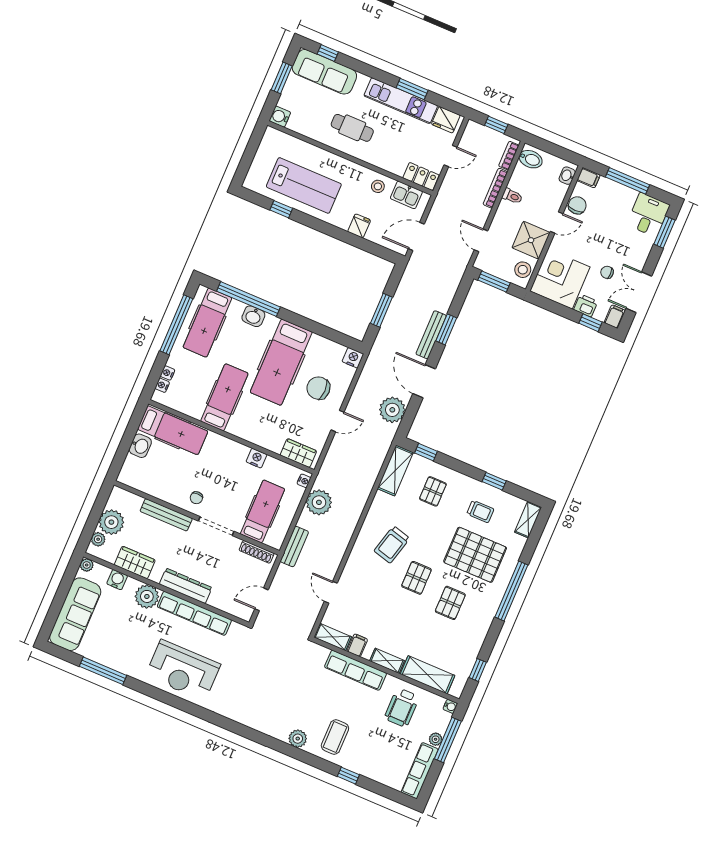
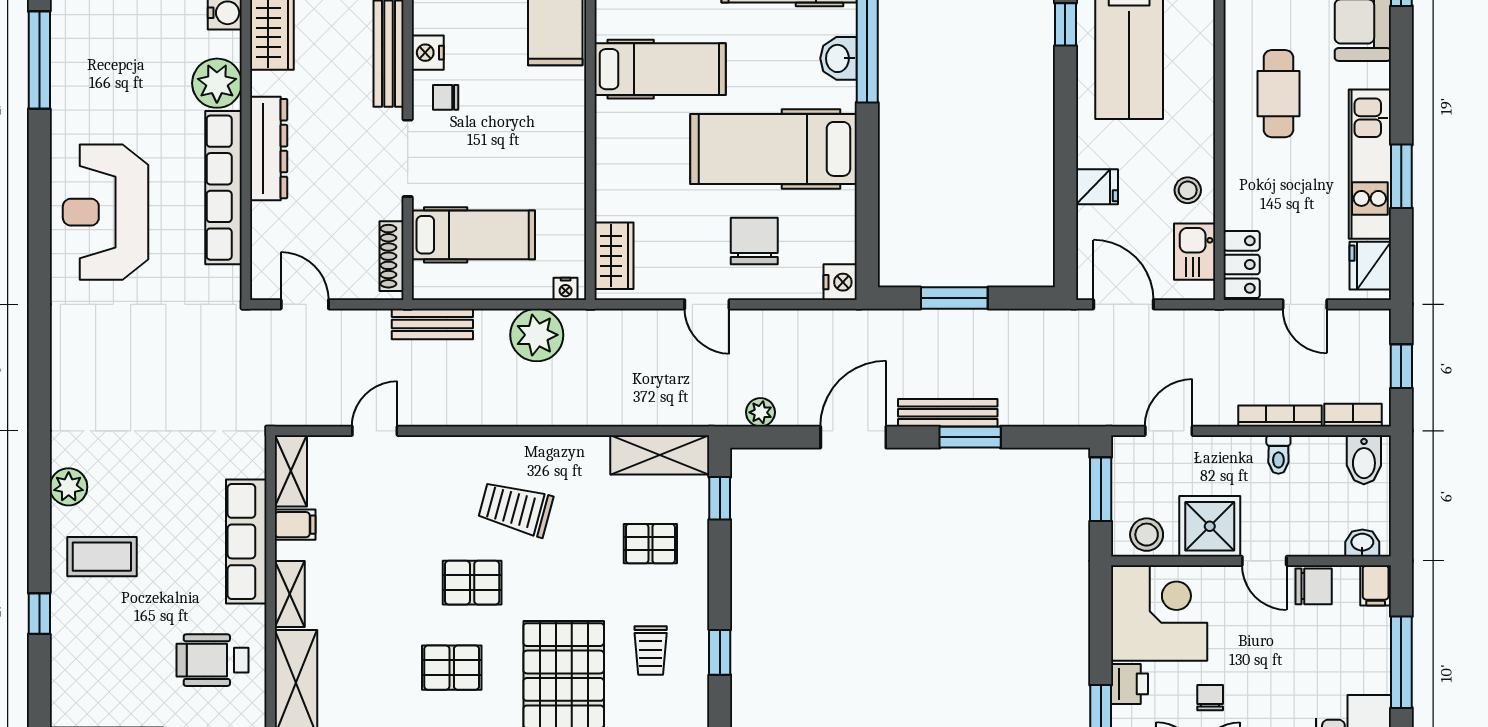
plant: (392, 410) -> (760, 412), width x0.53, depth x0.53
nightstand: (257, 458) -> (428, 53), moved, turned 180

